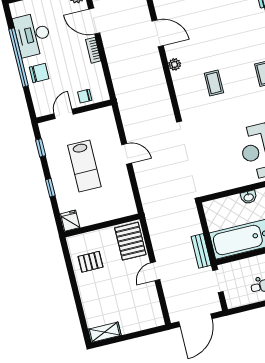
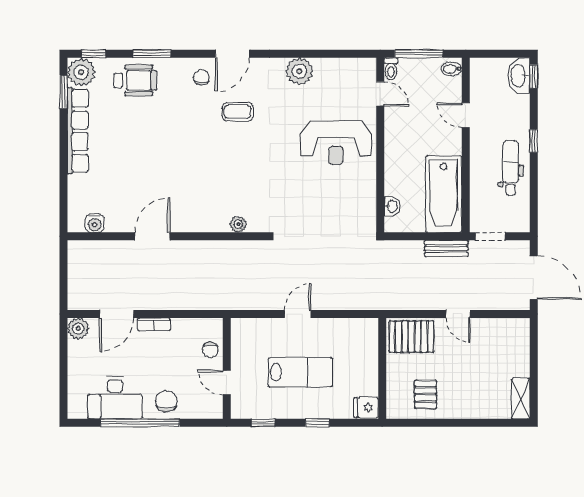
plant: (175, 64) -> (238, 224), moved
coffee table: (214, 83) -> (234, 179), removed
washbasin: (249, 197) -> (392, 206), moved

